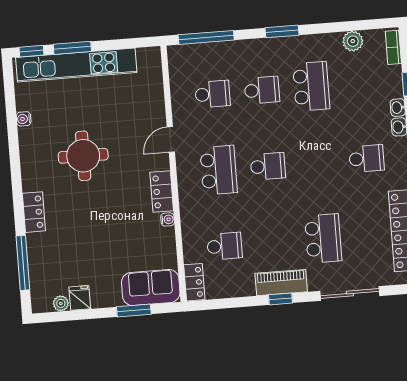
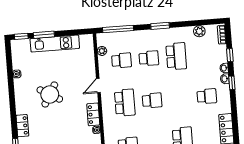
kitchen unit: (76, 65) -> (55, 44), width x0.73
plant: (177, 77) -> (102, 51), added
round table: (83, 156) -> (50, 94), turned 30

